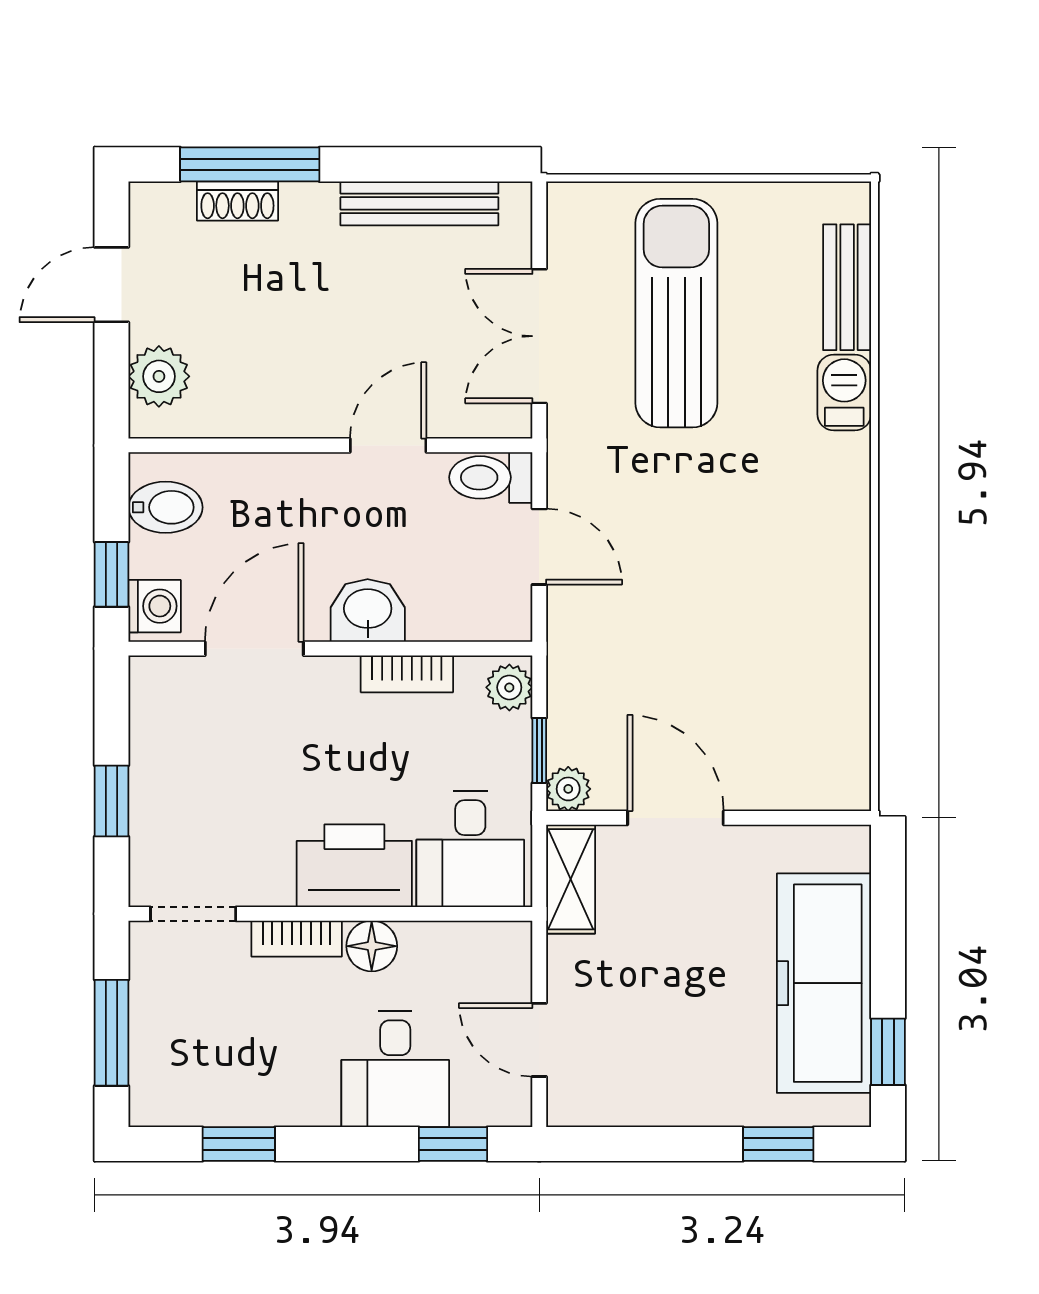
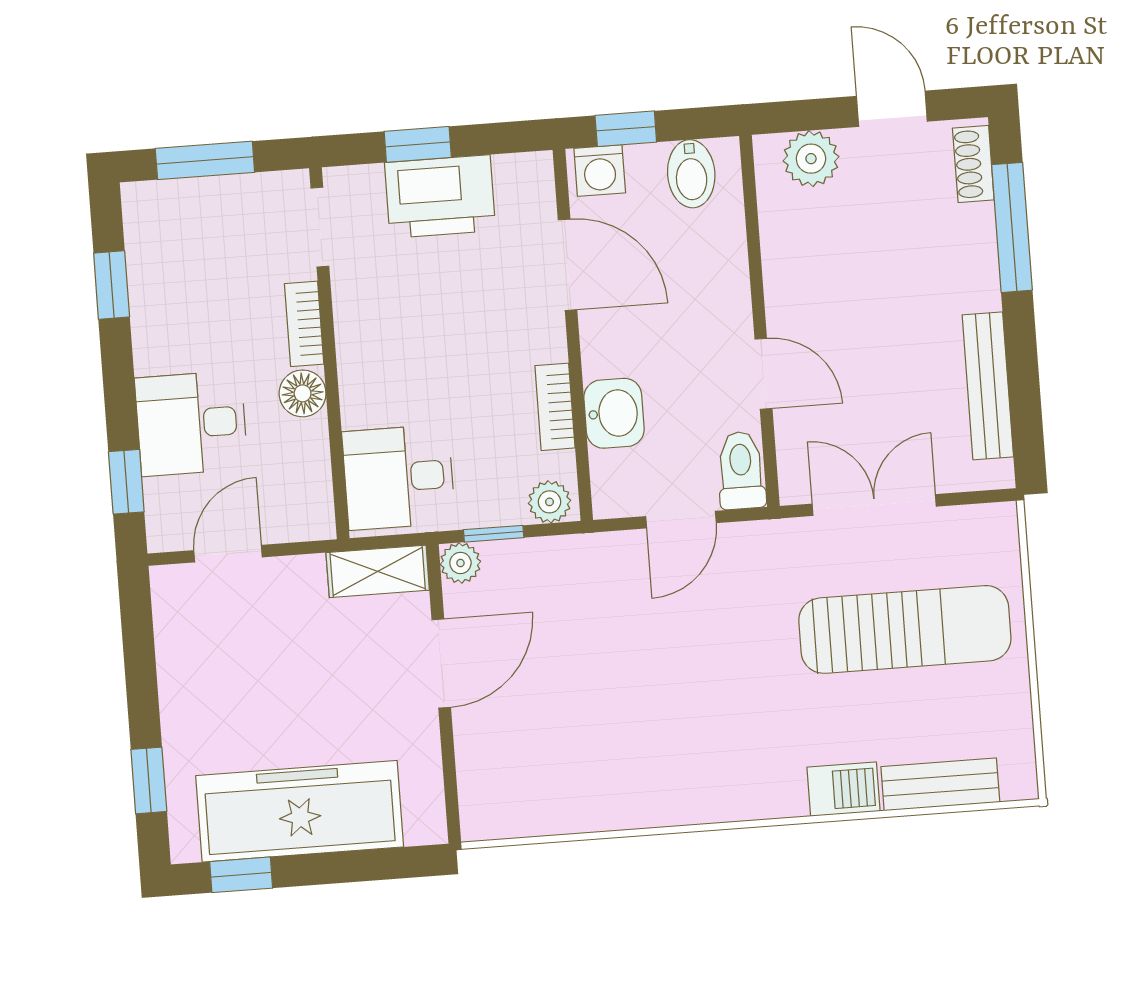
shoe rack: (237, 201) -> (973, 164), moved
washbasin: (368, 610) -> (614, 413), moved
printer: (354, 866) -> (440, 197), moved, turned 90

